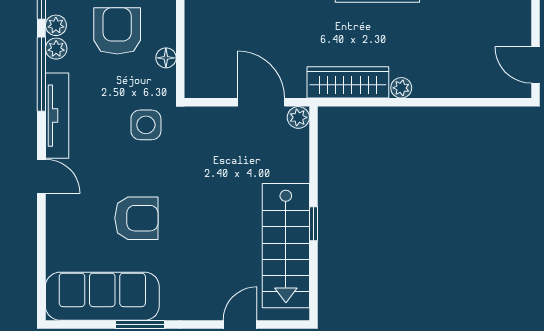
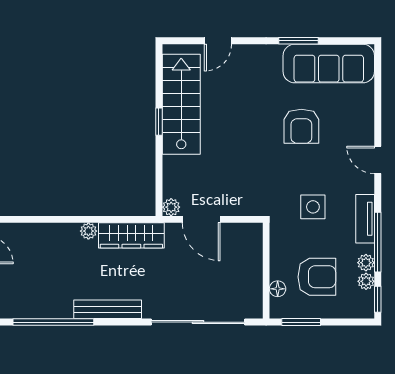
armchair: (117, 31) -> (317, 277), turned -90
floor lamp: (166, 58) -> (278, 289), moved
tv unit: (57, 116) -> (365, 219), width x0.71
side table: (146, 125) -> (313, 207), moved
armchair: (136, 218) -> (301, 126), turned -90

